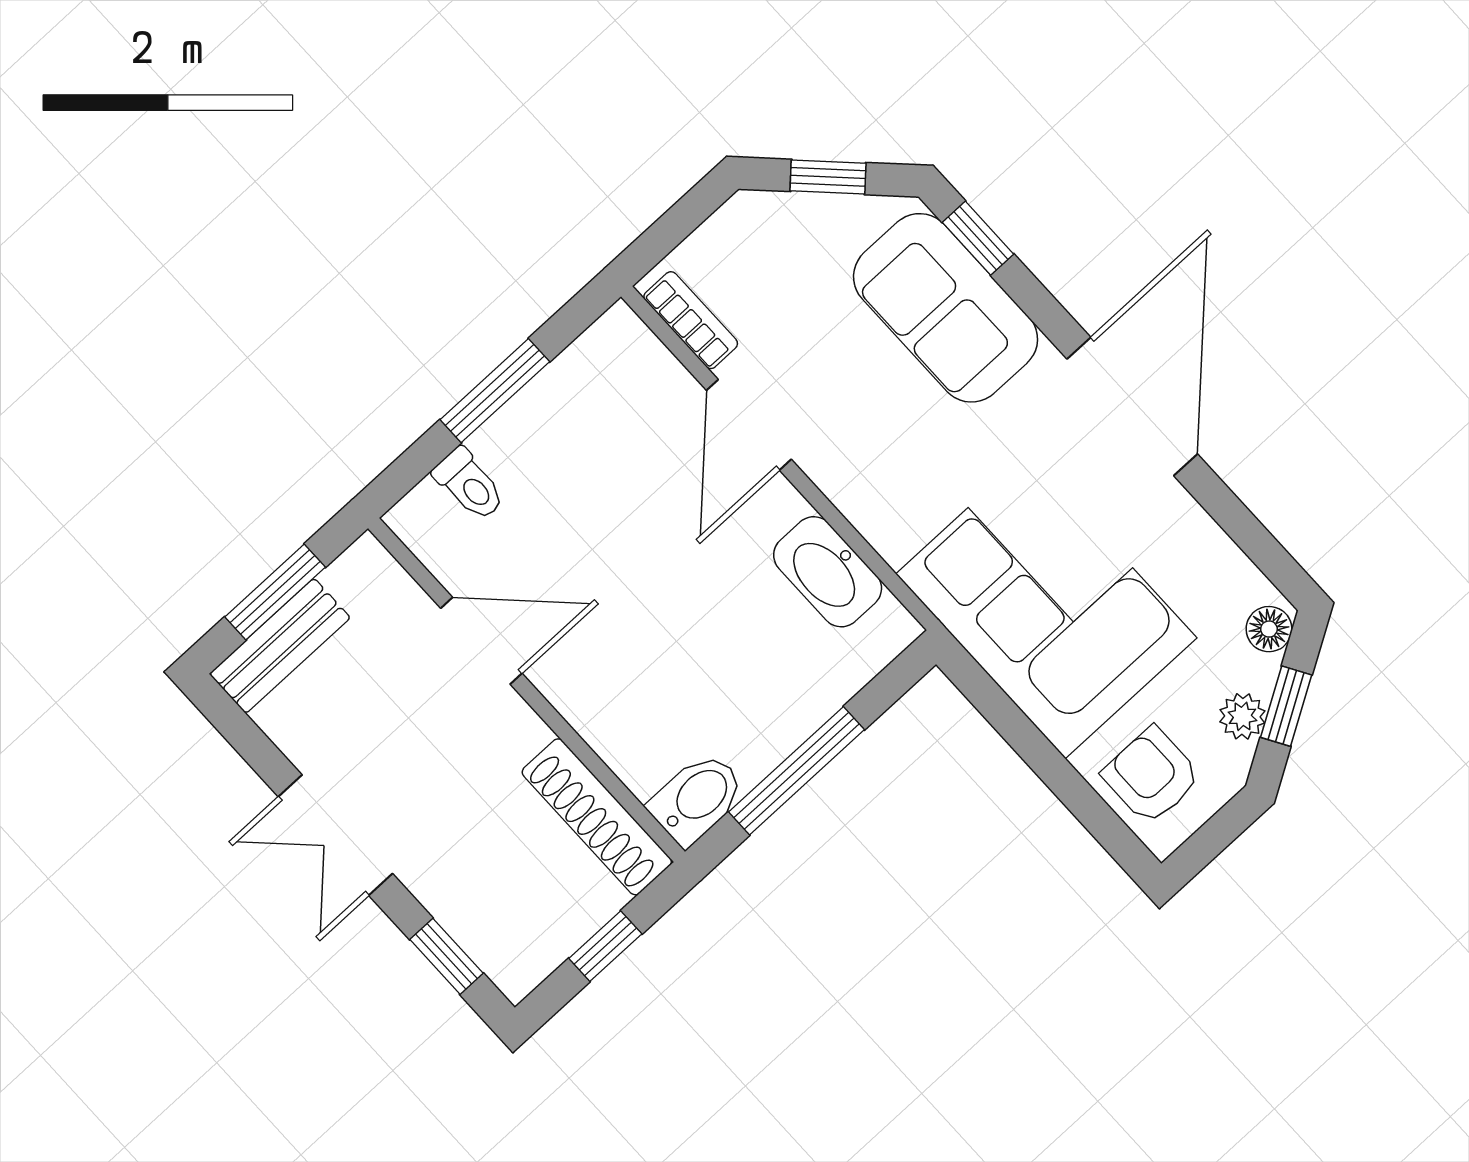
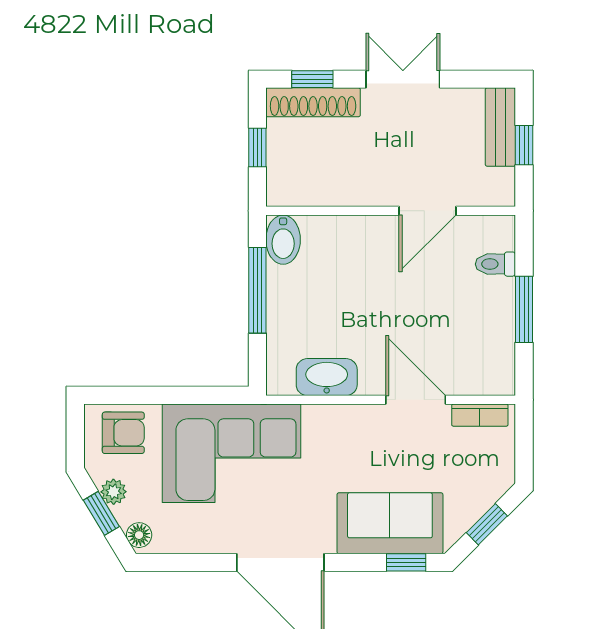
window: (275, 592) -> (524, 145), width x0.67
shoe rack: (597, 817) -> (313, 102), moved, turned 180

